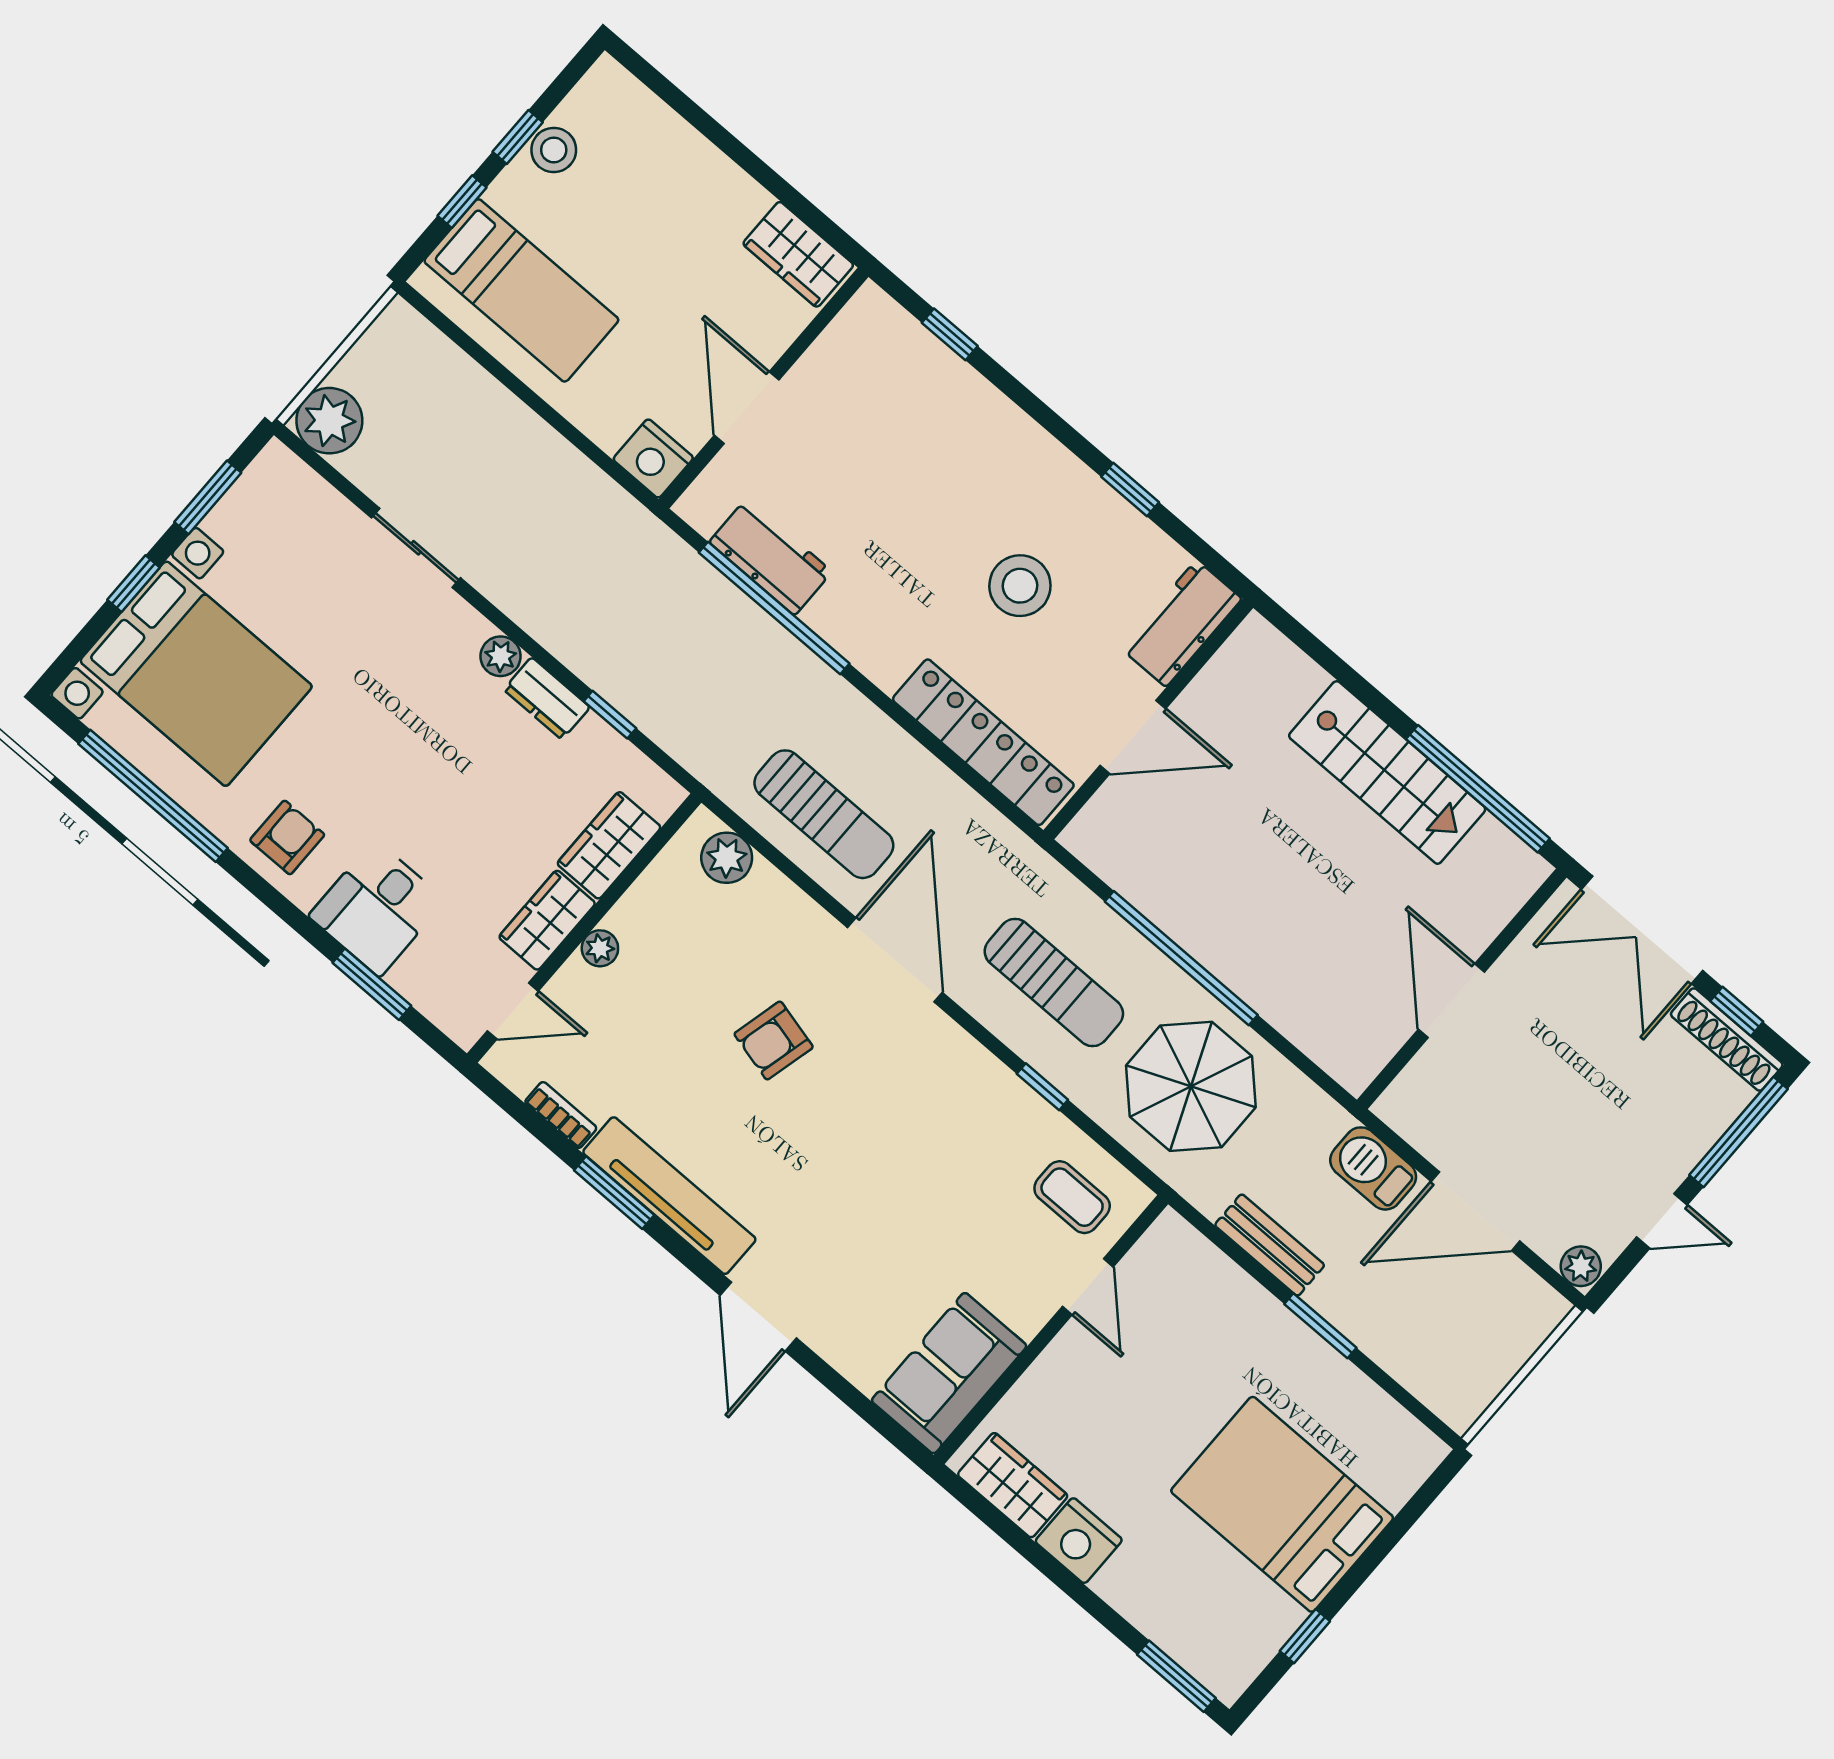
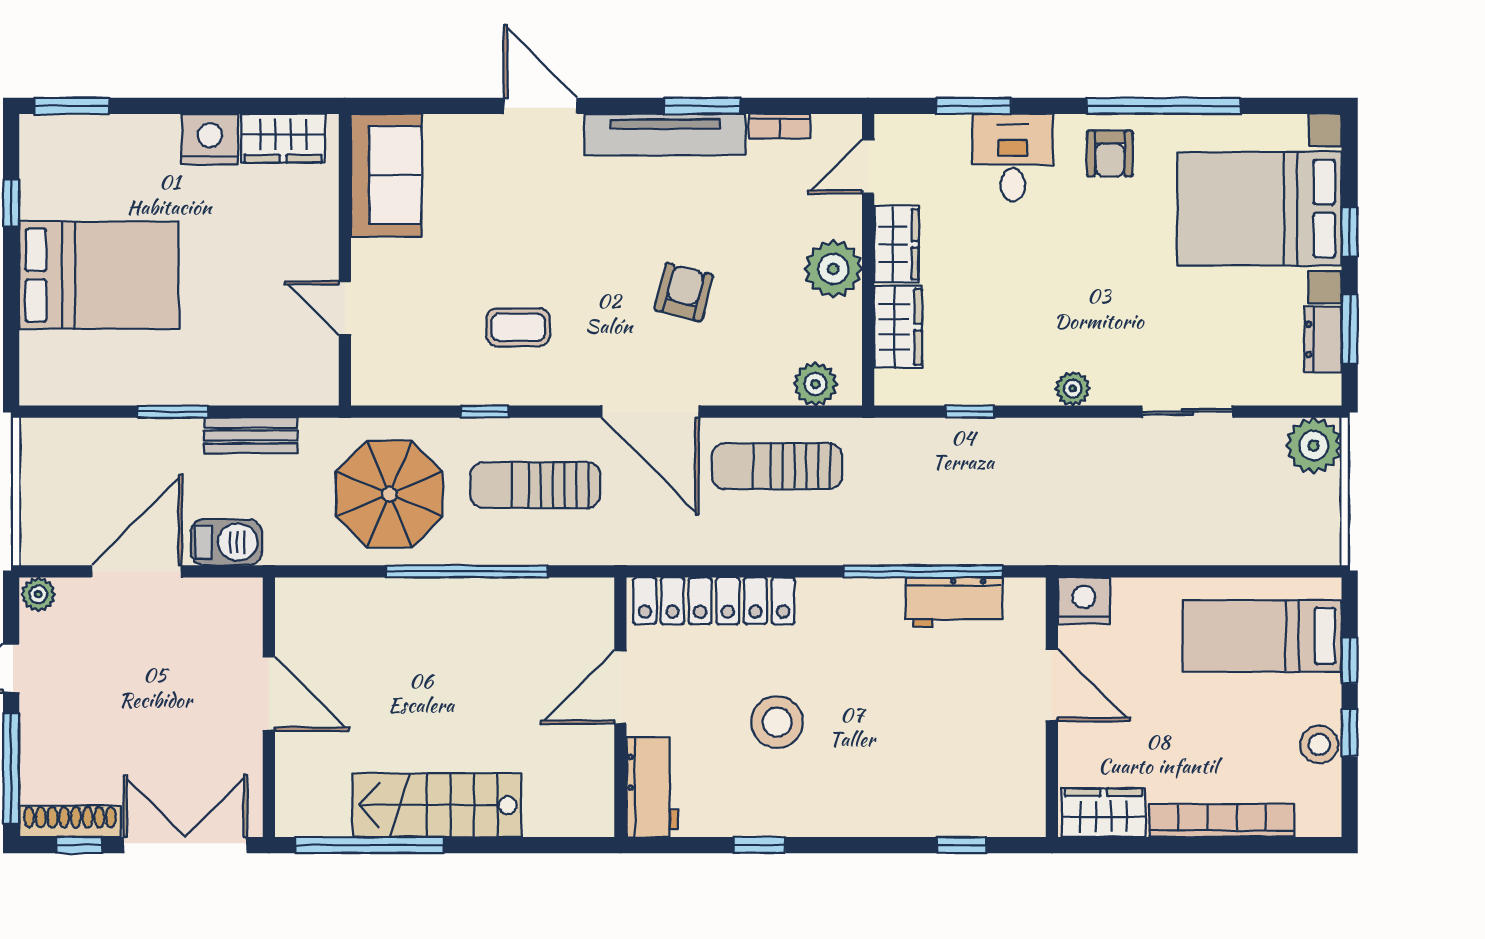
bookcase: (699, 157) -> (1222, 821), added
dresser: (547, 698) -> (1323, 339), moved, turned -90
window: (153, 796) -> (1163, 106), moved
plant: (600, 948) -> (833, 269), width x1.88, depth x1.88
coffee table: (1072, 1197) -> (518, 327), moved

